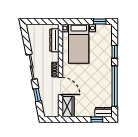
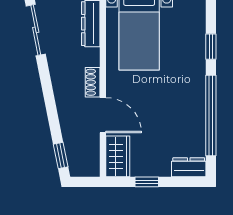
sliding door: (32, 67) -> (36, 30), moved
window: (37, 95) -> (61, 155), moved
window: (97, 119) -> (147, 182), moved

